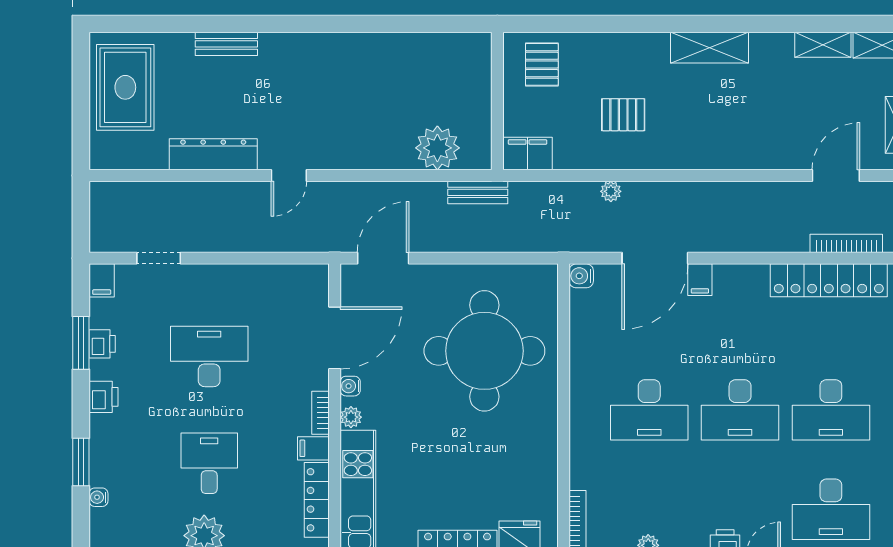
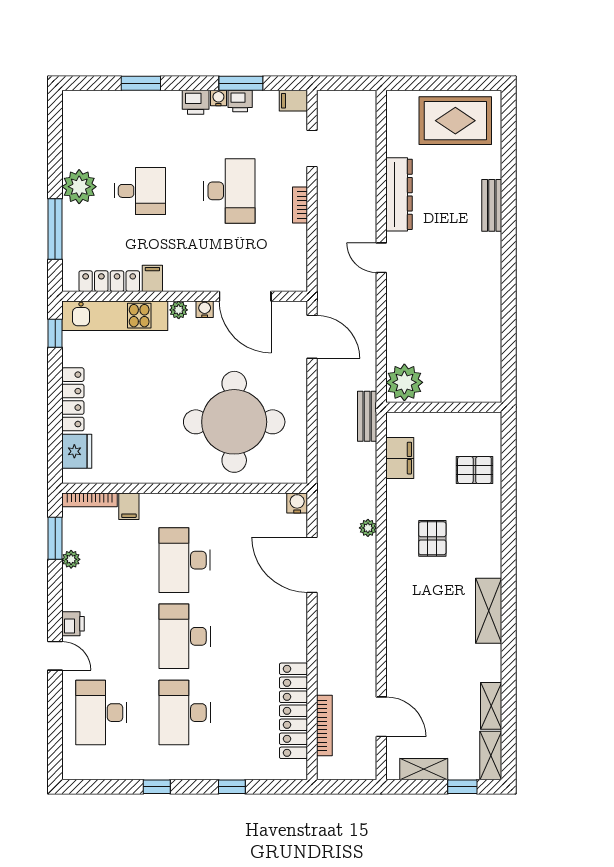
wall: (497, 101) -> (444, 407), moved
filing cabinet: (700, 280) -> (129, 506), moved, turned -90
bookcase: (320, 413) -> (300, 205), moved, turned -90
water cooler: (98, 497) -> (218, 98), moved

